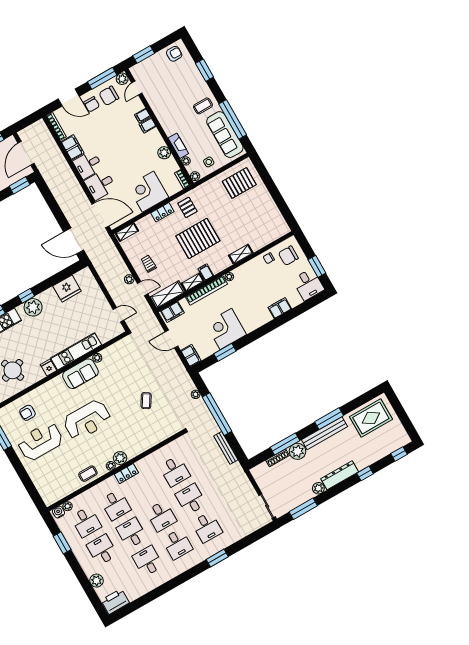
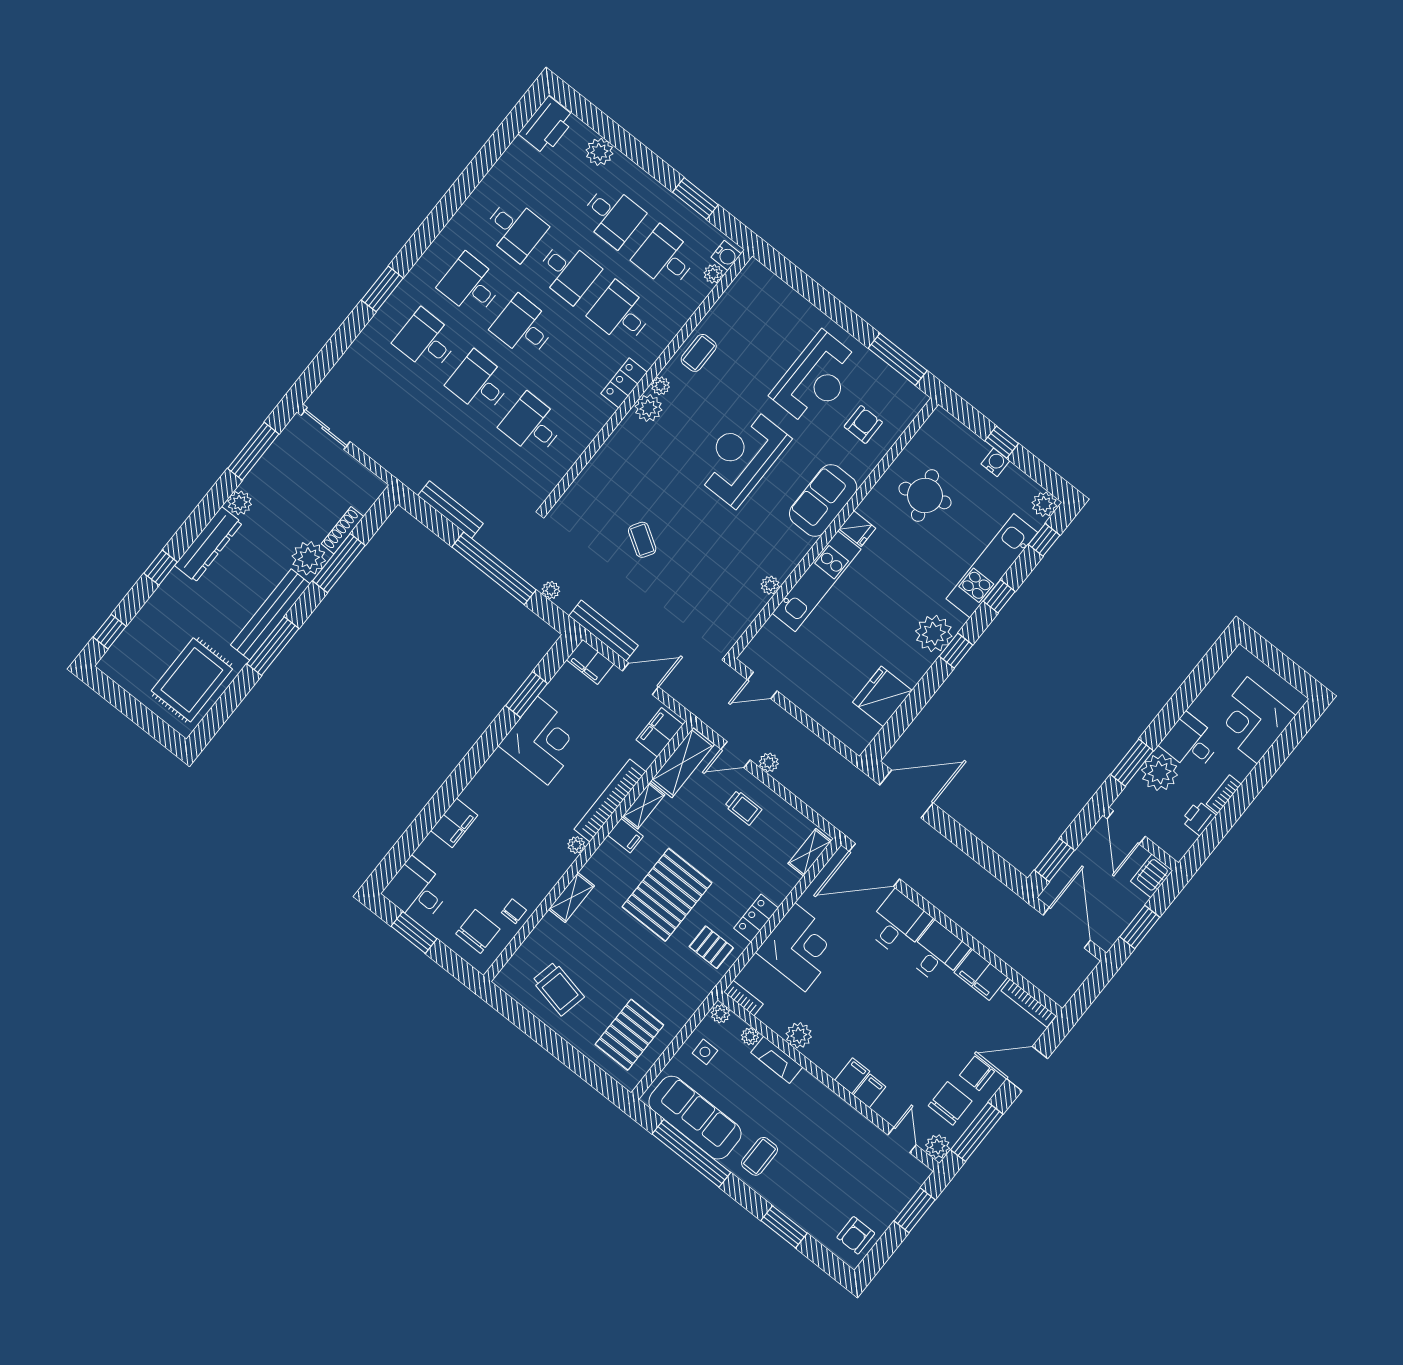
trolley: (263, 216) -> (558, 989), added
bench: (179, 367) -> (604, 631), added
sofa: (80, 374) -> (823, 500), moved
desk: (191, 499) -> (479, 383), turned 180

